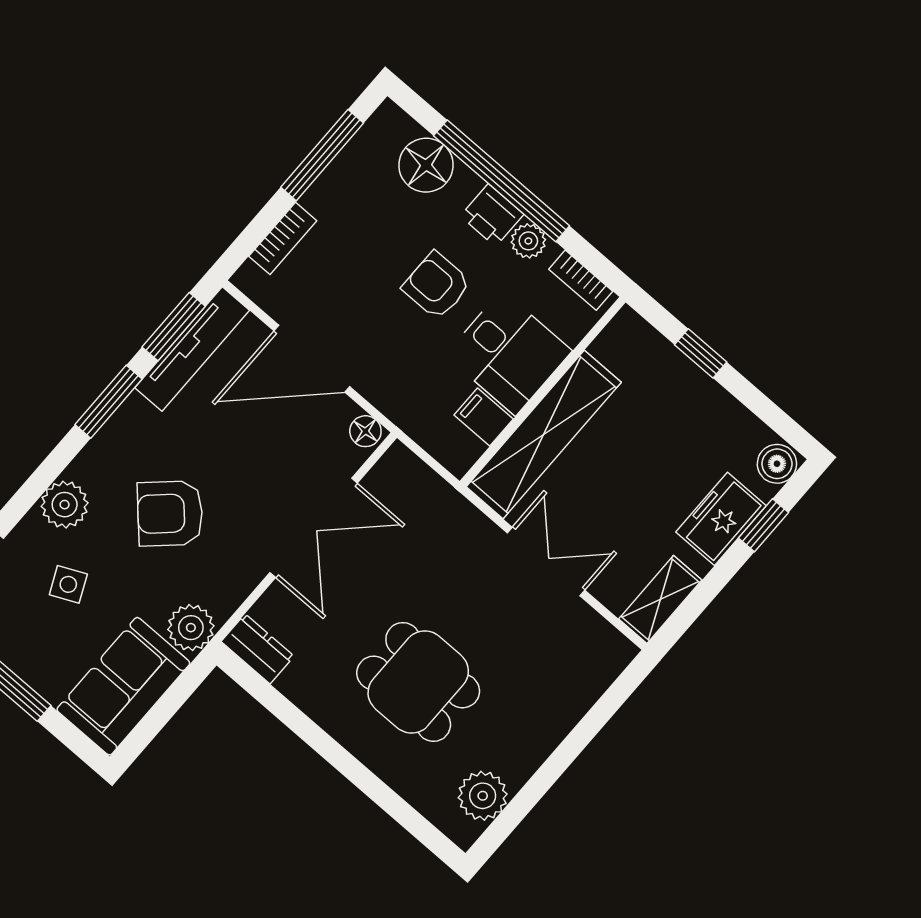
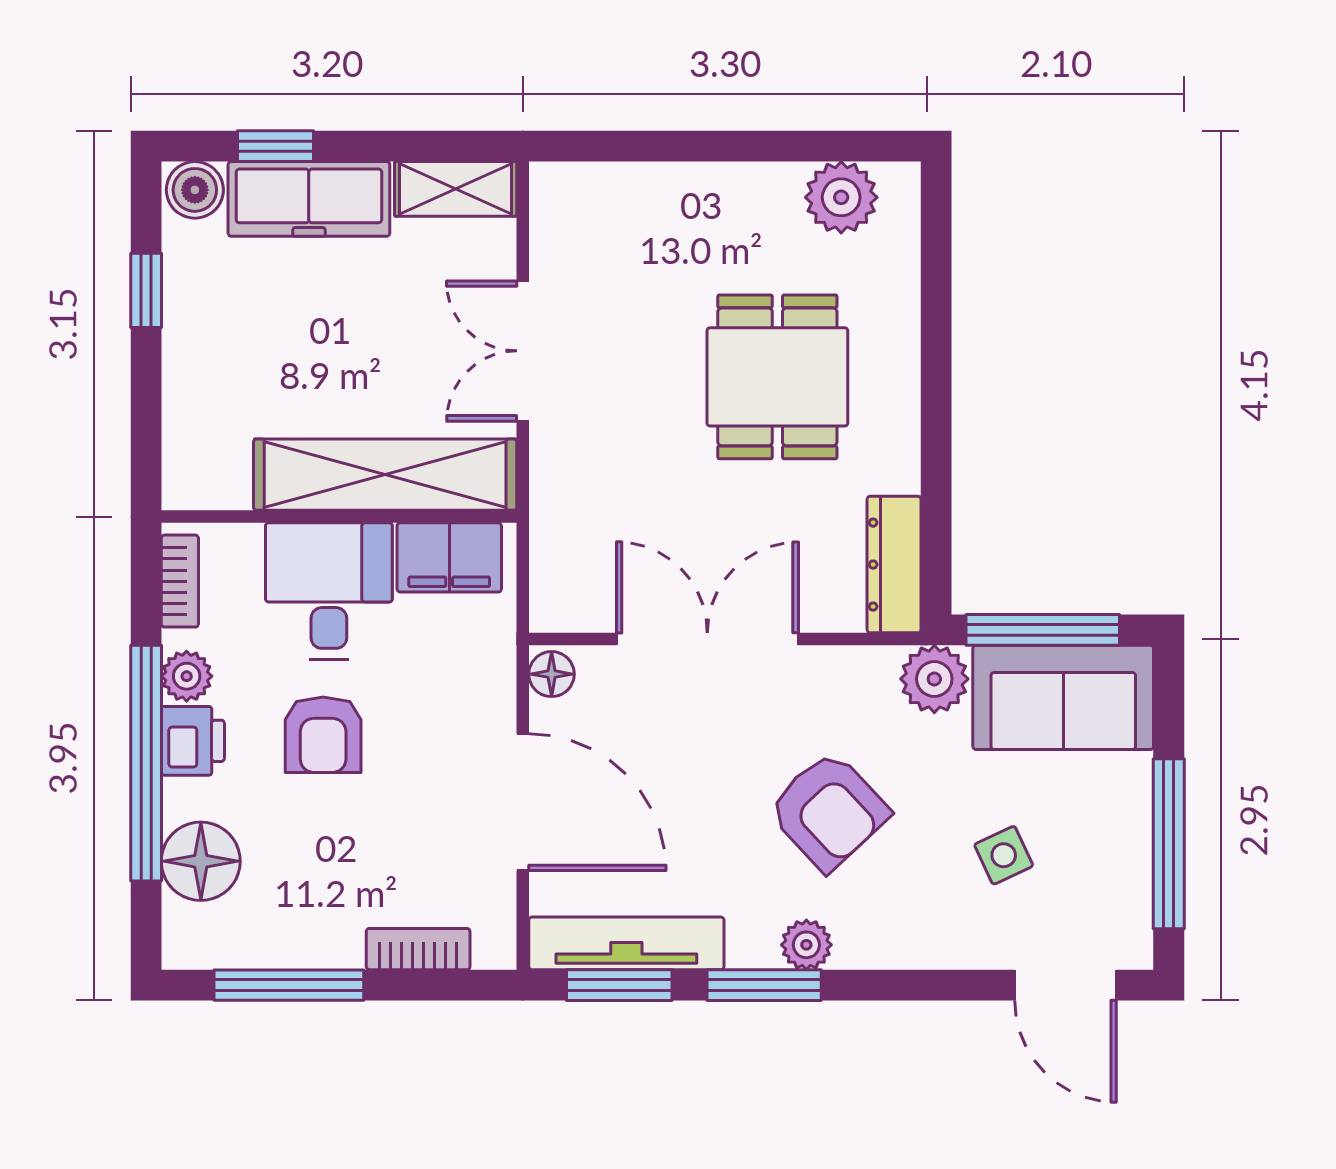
window: (701, 353) -> (146, 290), moved
filing cabinet: (484, 417) -> (449, 557), width x2.00
plant: (65, 505) -> (806, 945), moved, width x0.73, depth x0.73
freezer: (721, 519) -> (309, 199), width x1.40
dresser: (258, 649) -> (894, 565), width x1.44
window: (168, 706) -> (1043, 630), added

